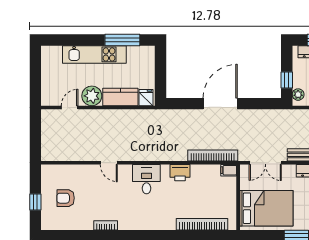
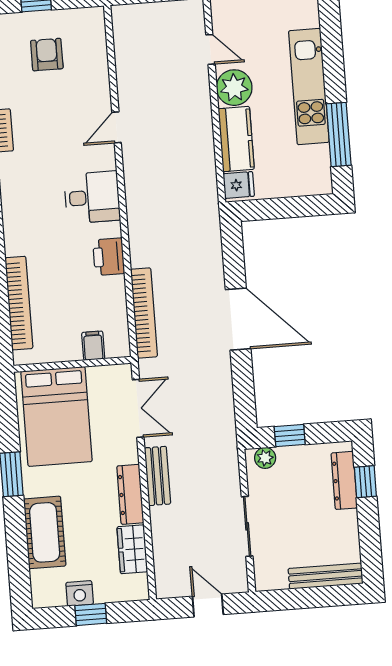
double door: (265, 163) -> (138, 408), swing flipped
filing cabinet: (229, 170) -> (93, 346), moved

